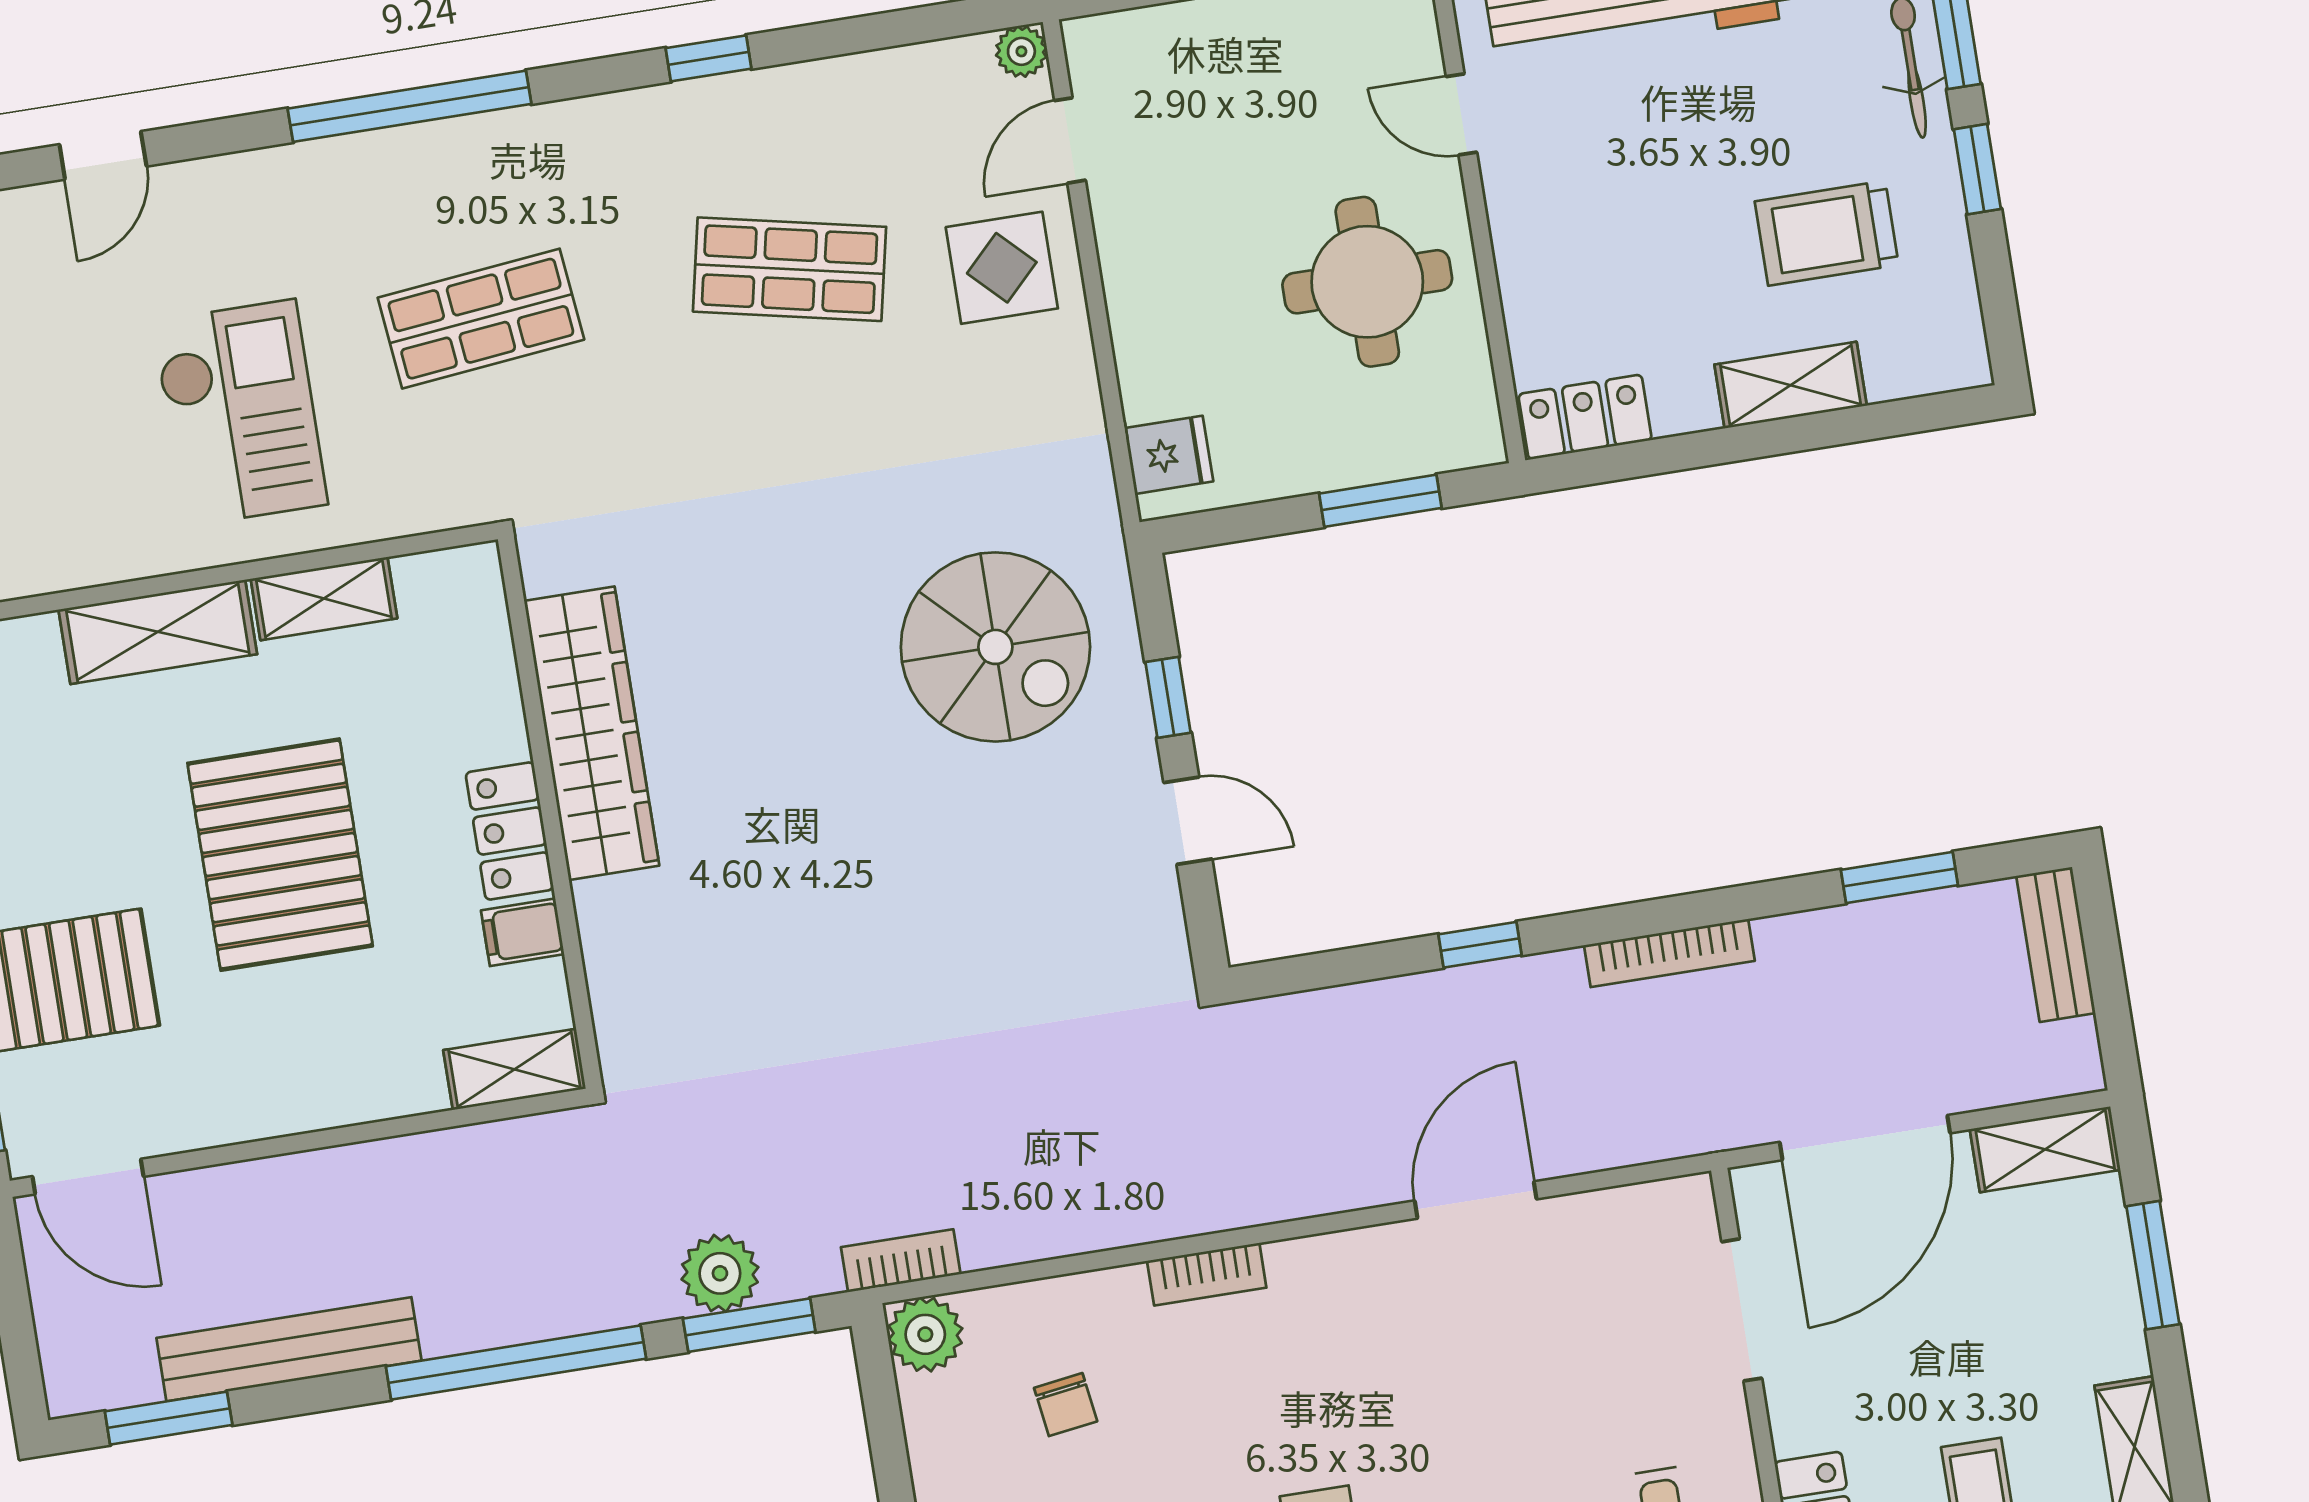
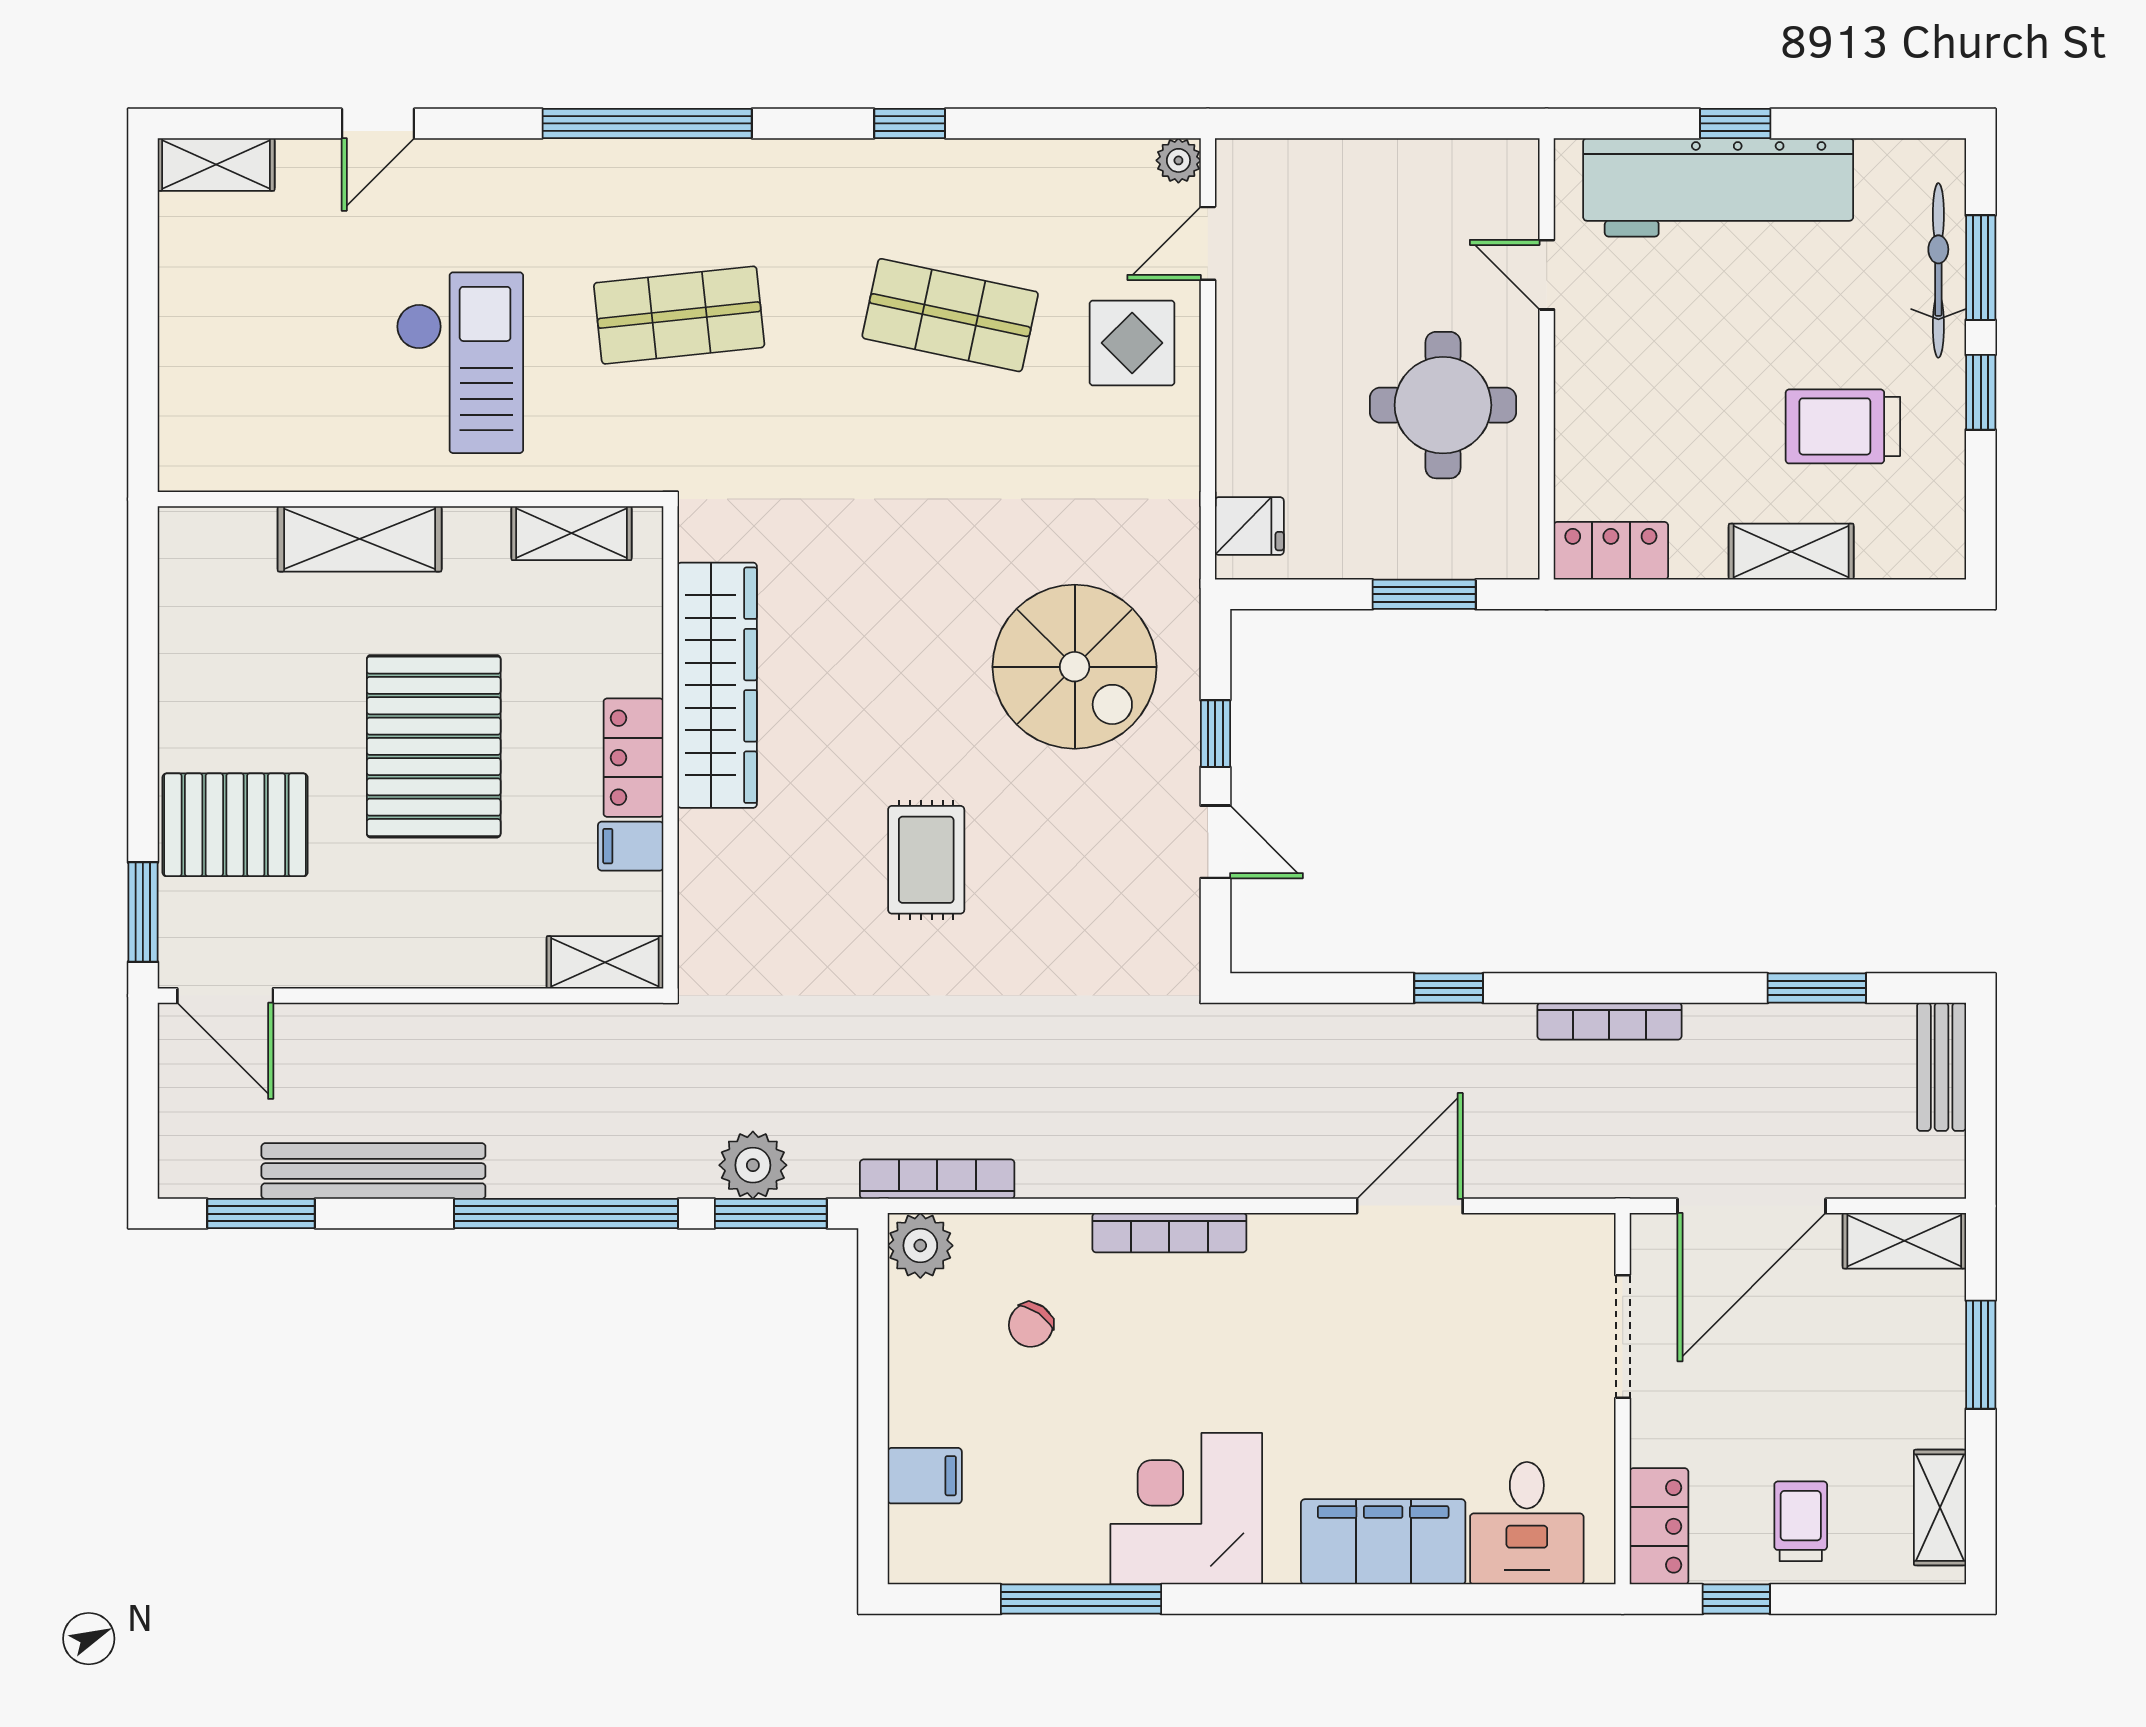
shelving: (324, 599) -> (571, 533), moved
rug: (862, 894) -> (926, 860), added
bookcase: (901, 1261) -> (937, 1179), width x1.56
bookcase: (1207, 1274) -> (1169, 1233), width x1.56
chair: (1066, 1405) -> (1031, 1325), turned 43

